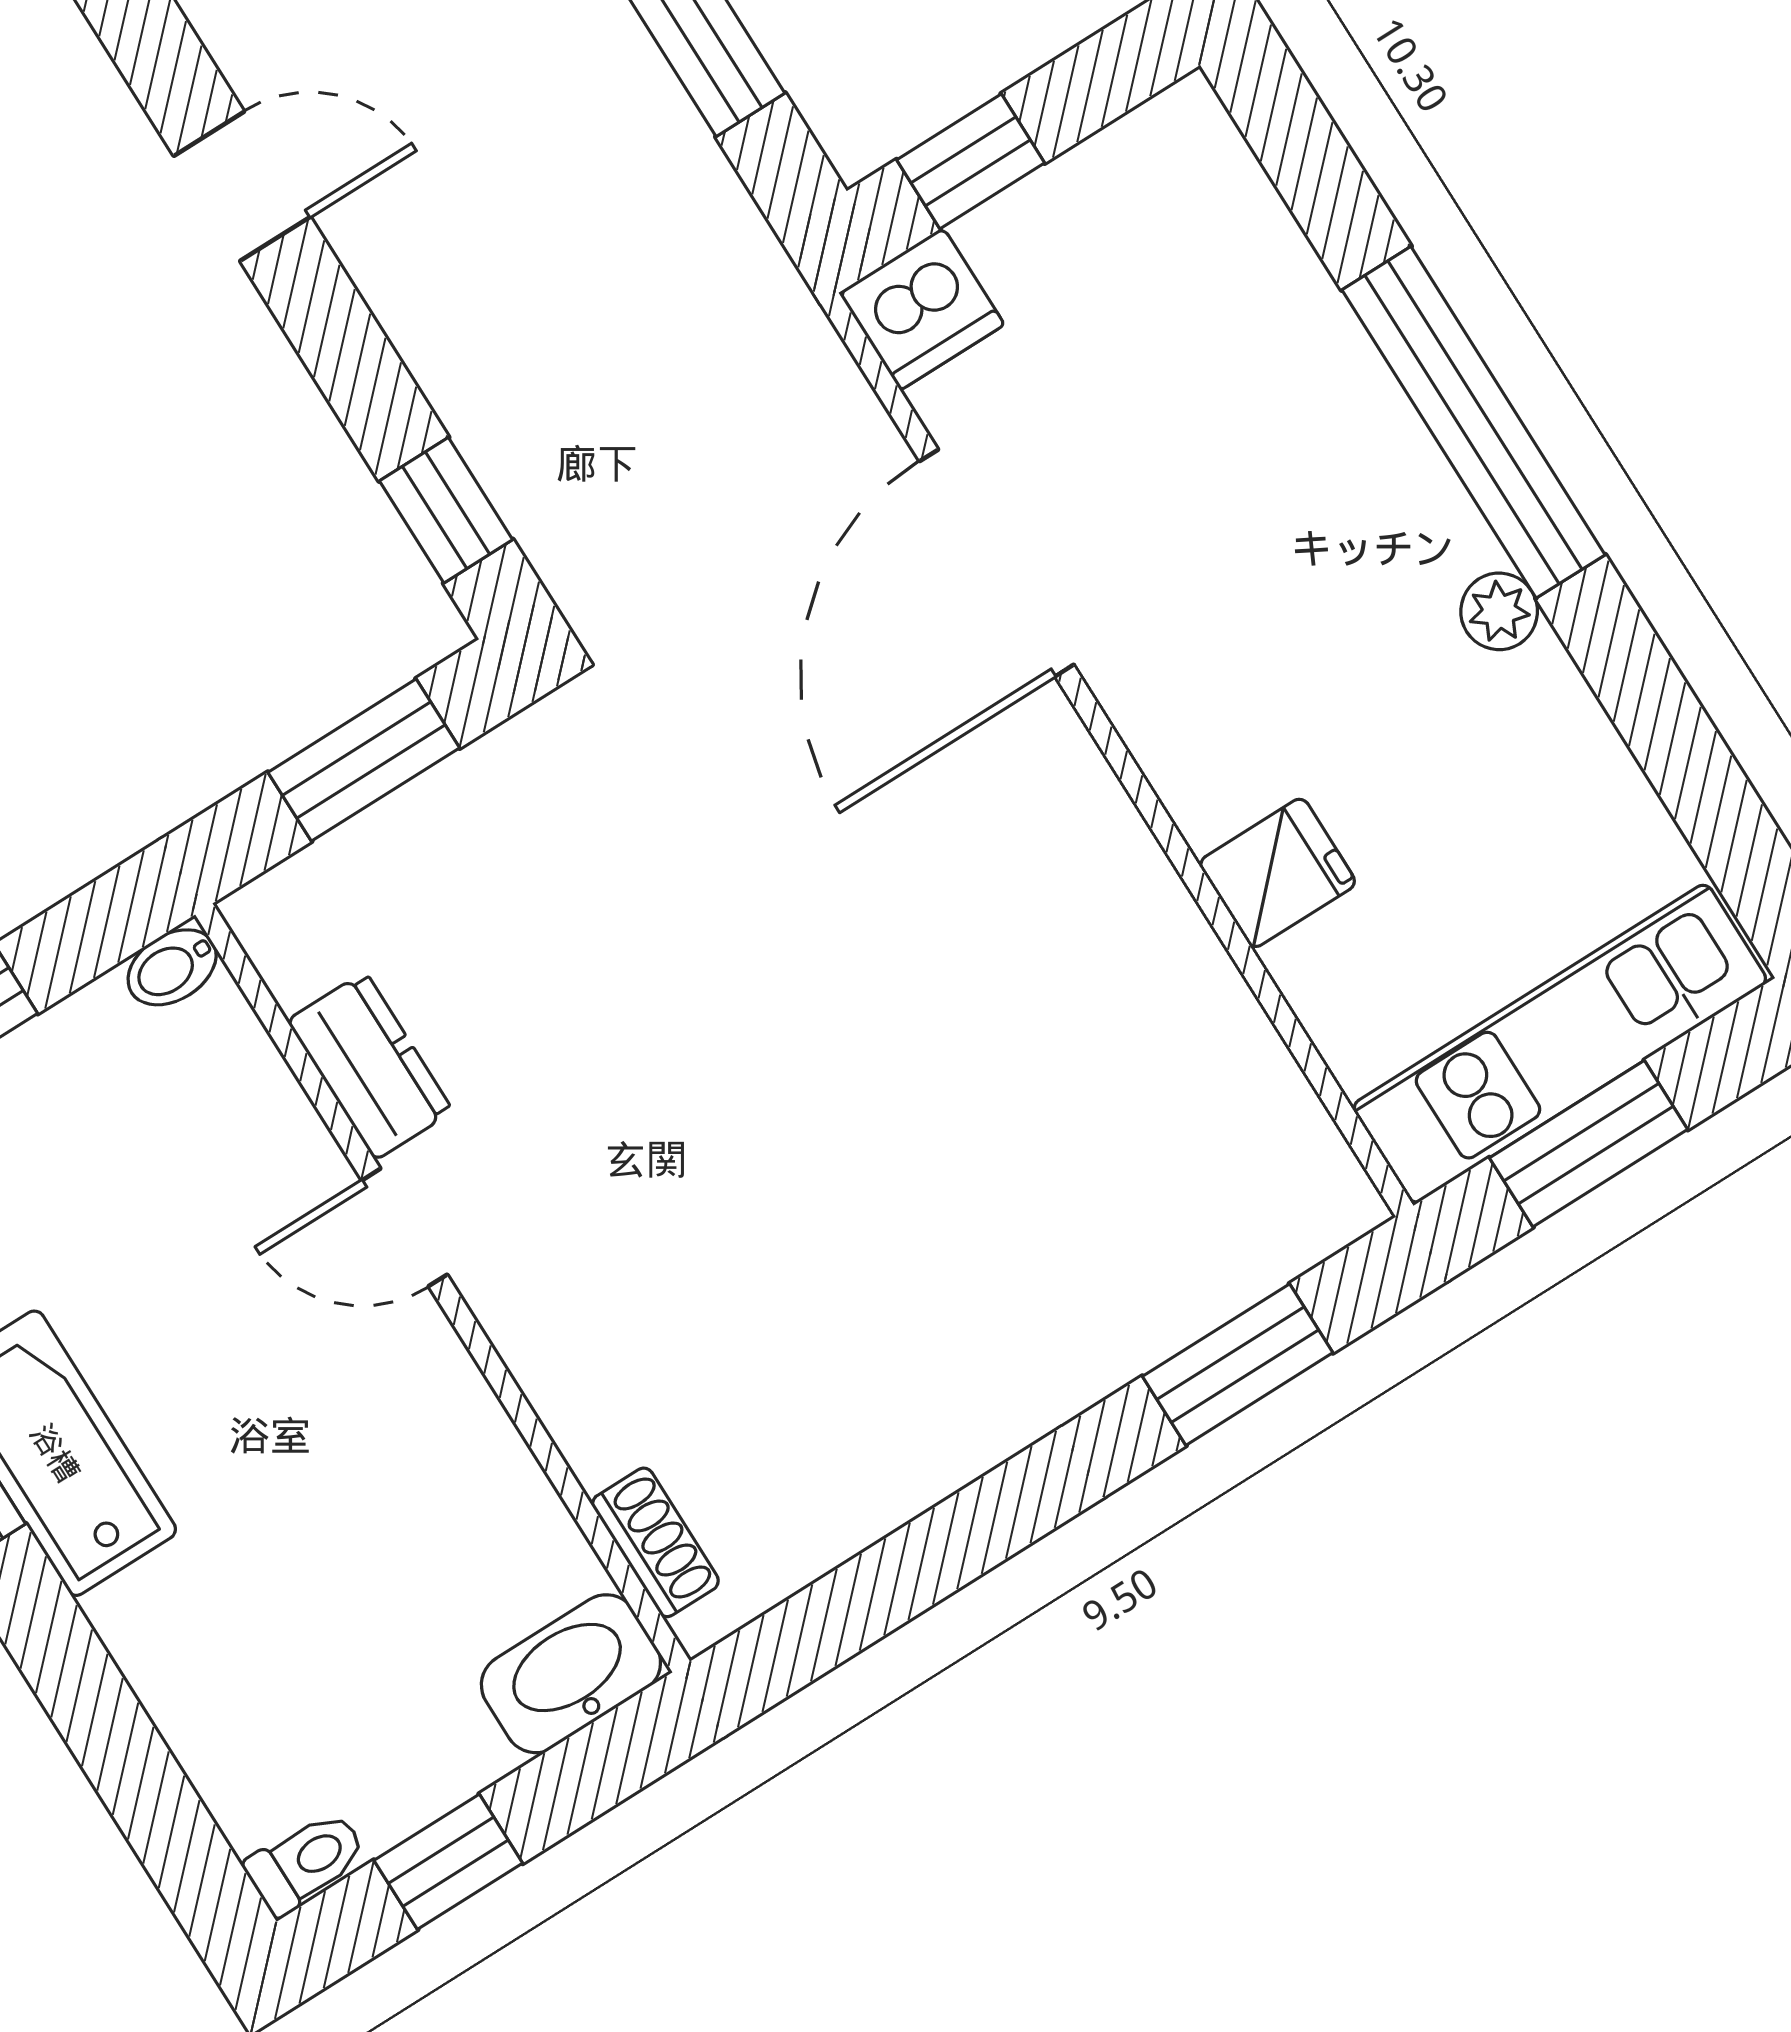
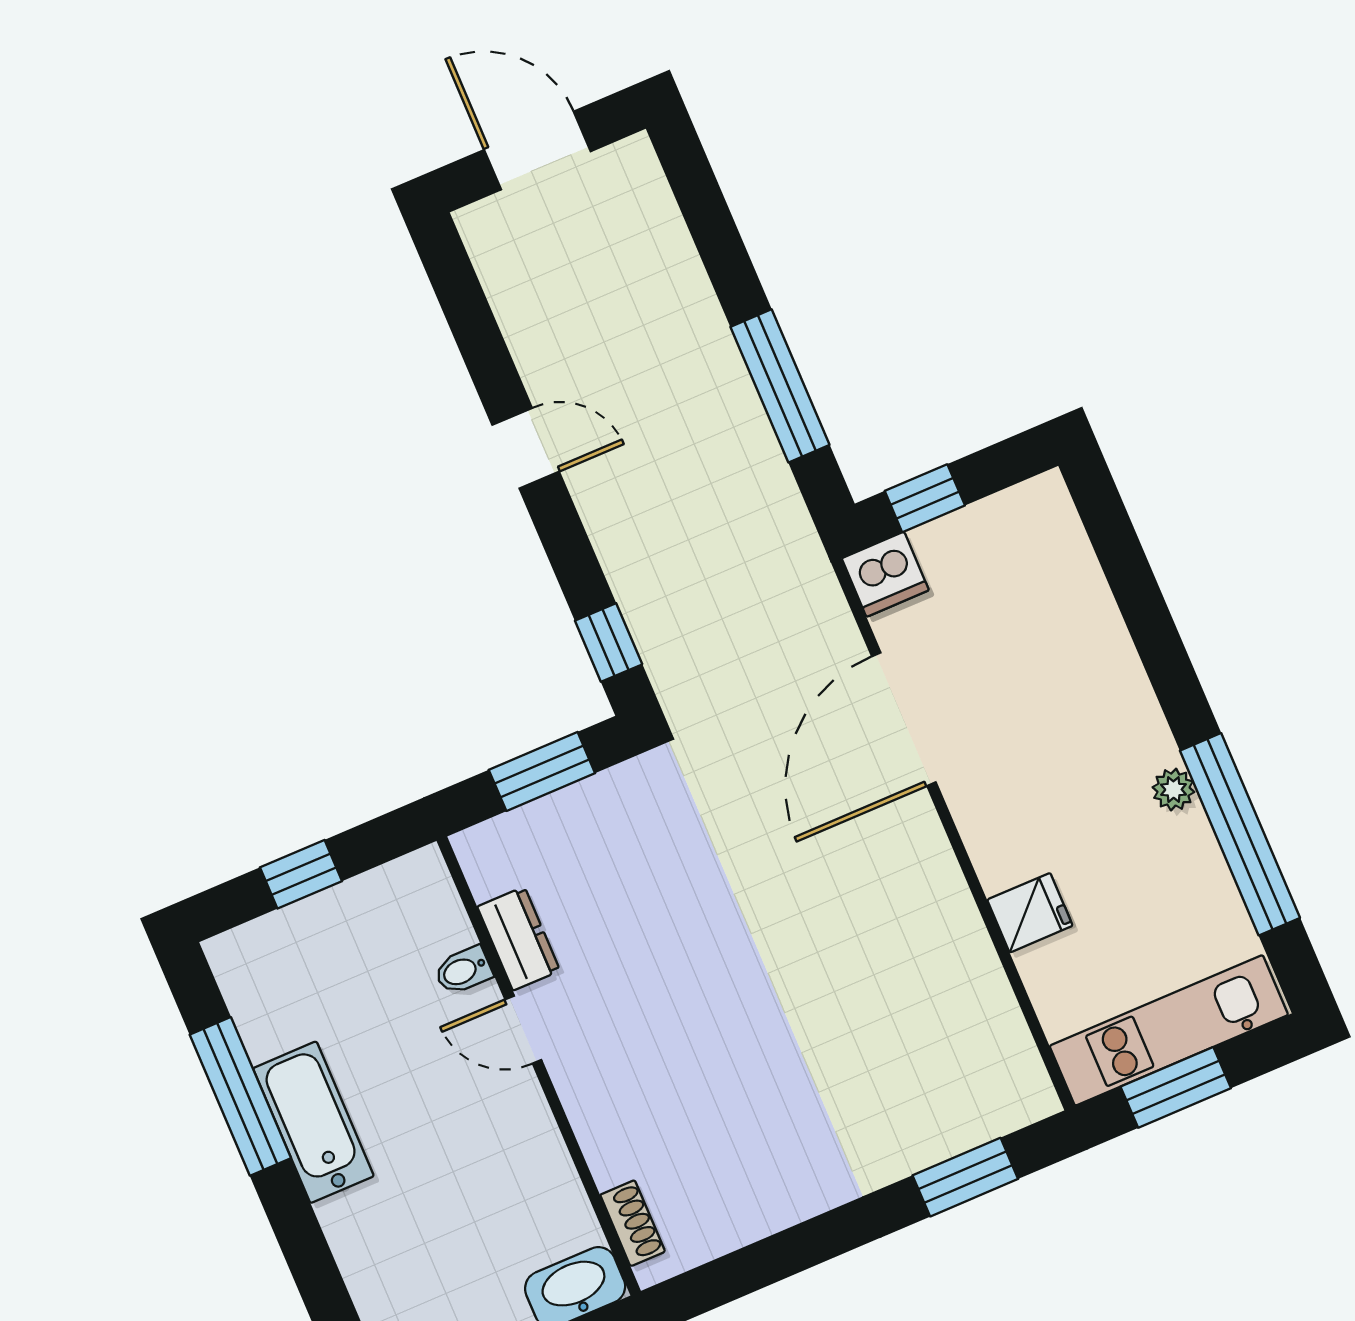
window: (1473, 422) -> (1240, 834), moved
bidet: (172, 967) -> (463, 970), moved

